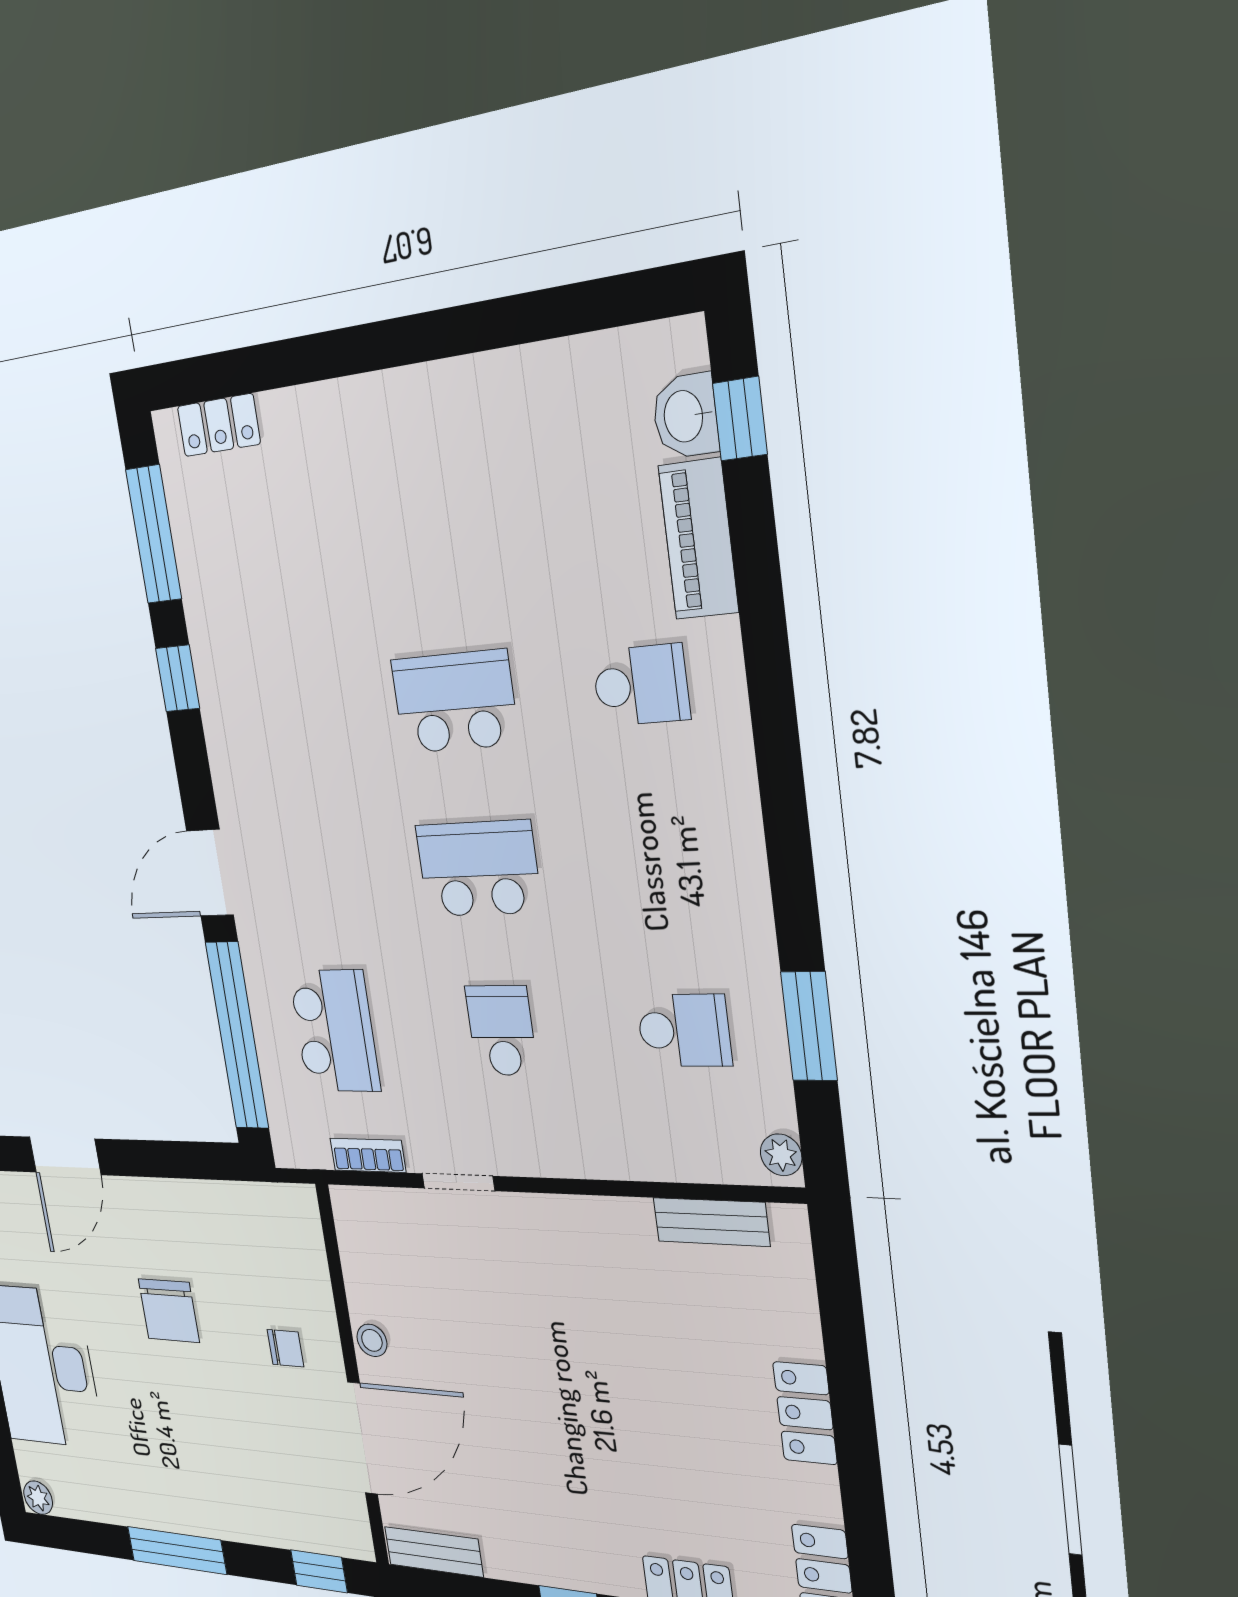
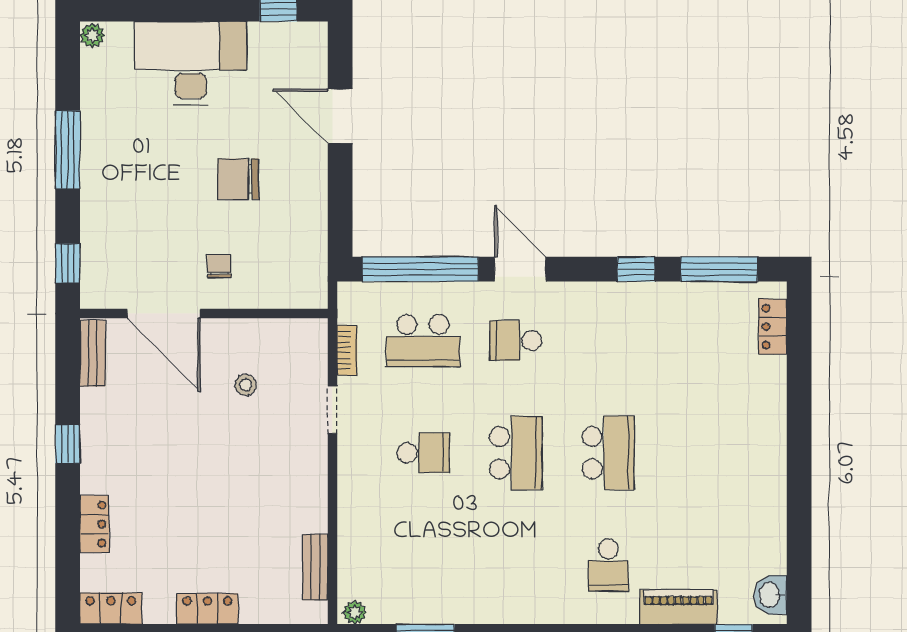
washbasin: (685, 416) -> (770, 595), moved, turned -90
school desk: (684, 1030) -> (516, 340), moved, turned 90
stool: (372, 1340) -> (246, 385), moved
chair: (285, 1348) -> (219, 266), turned 180

